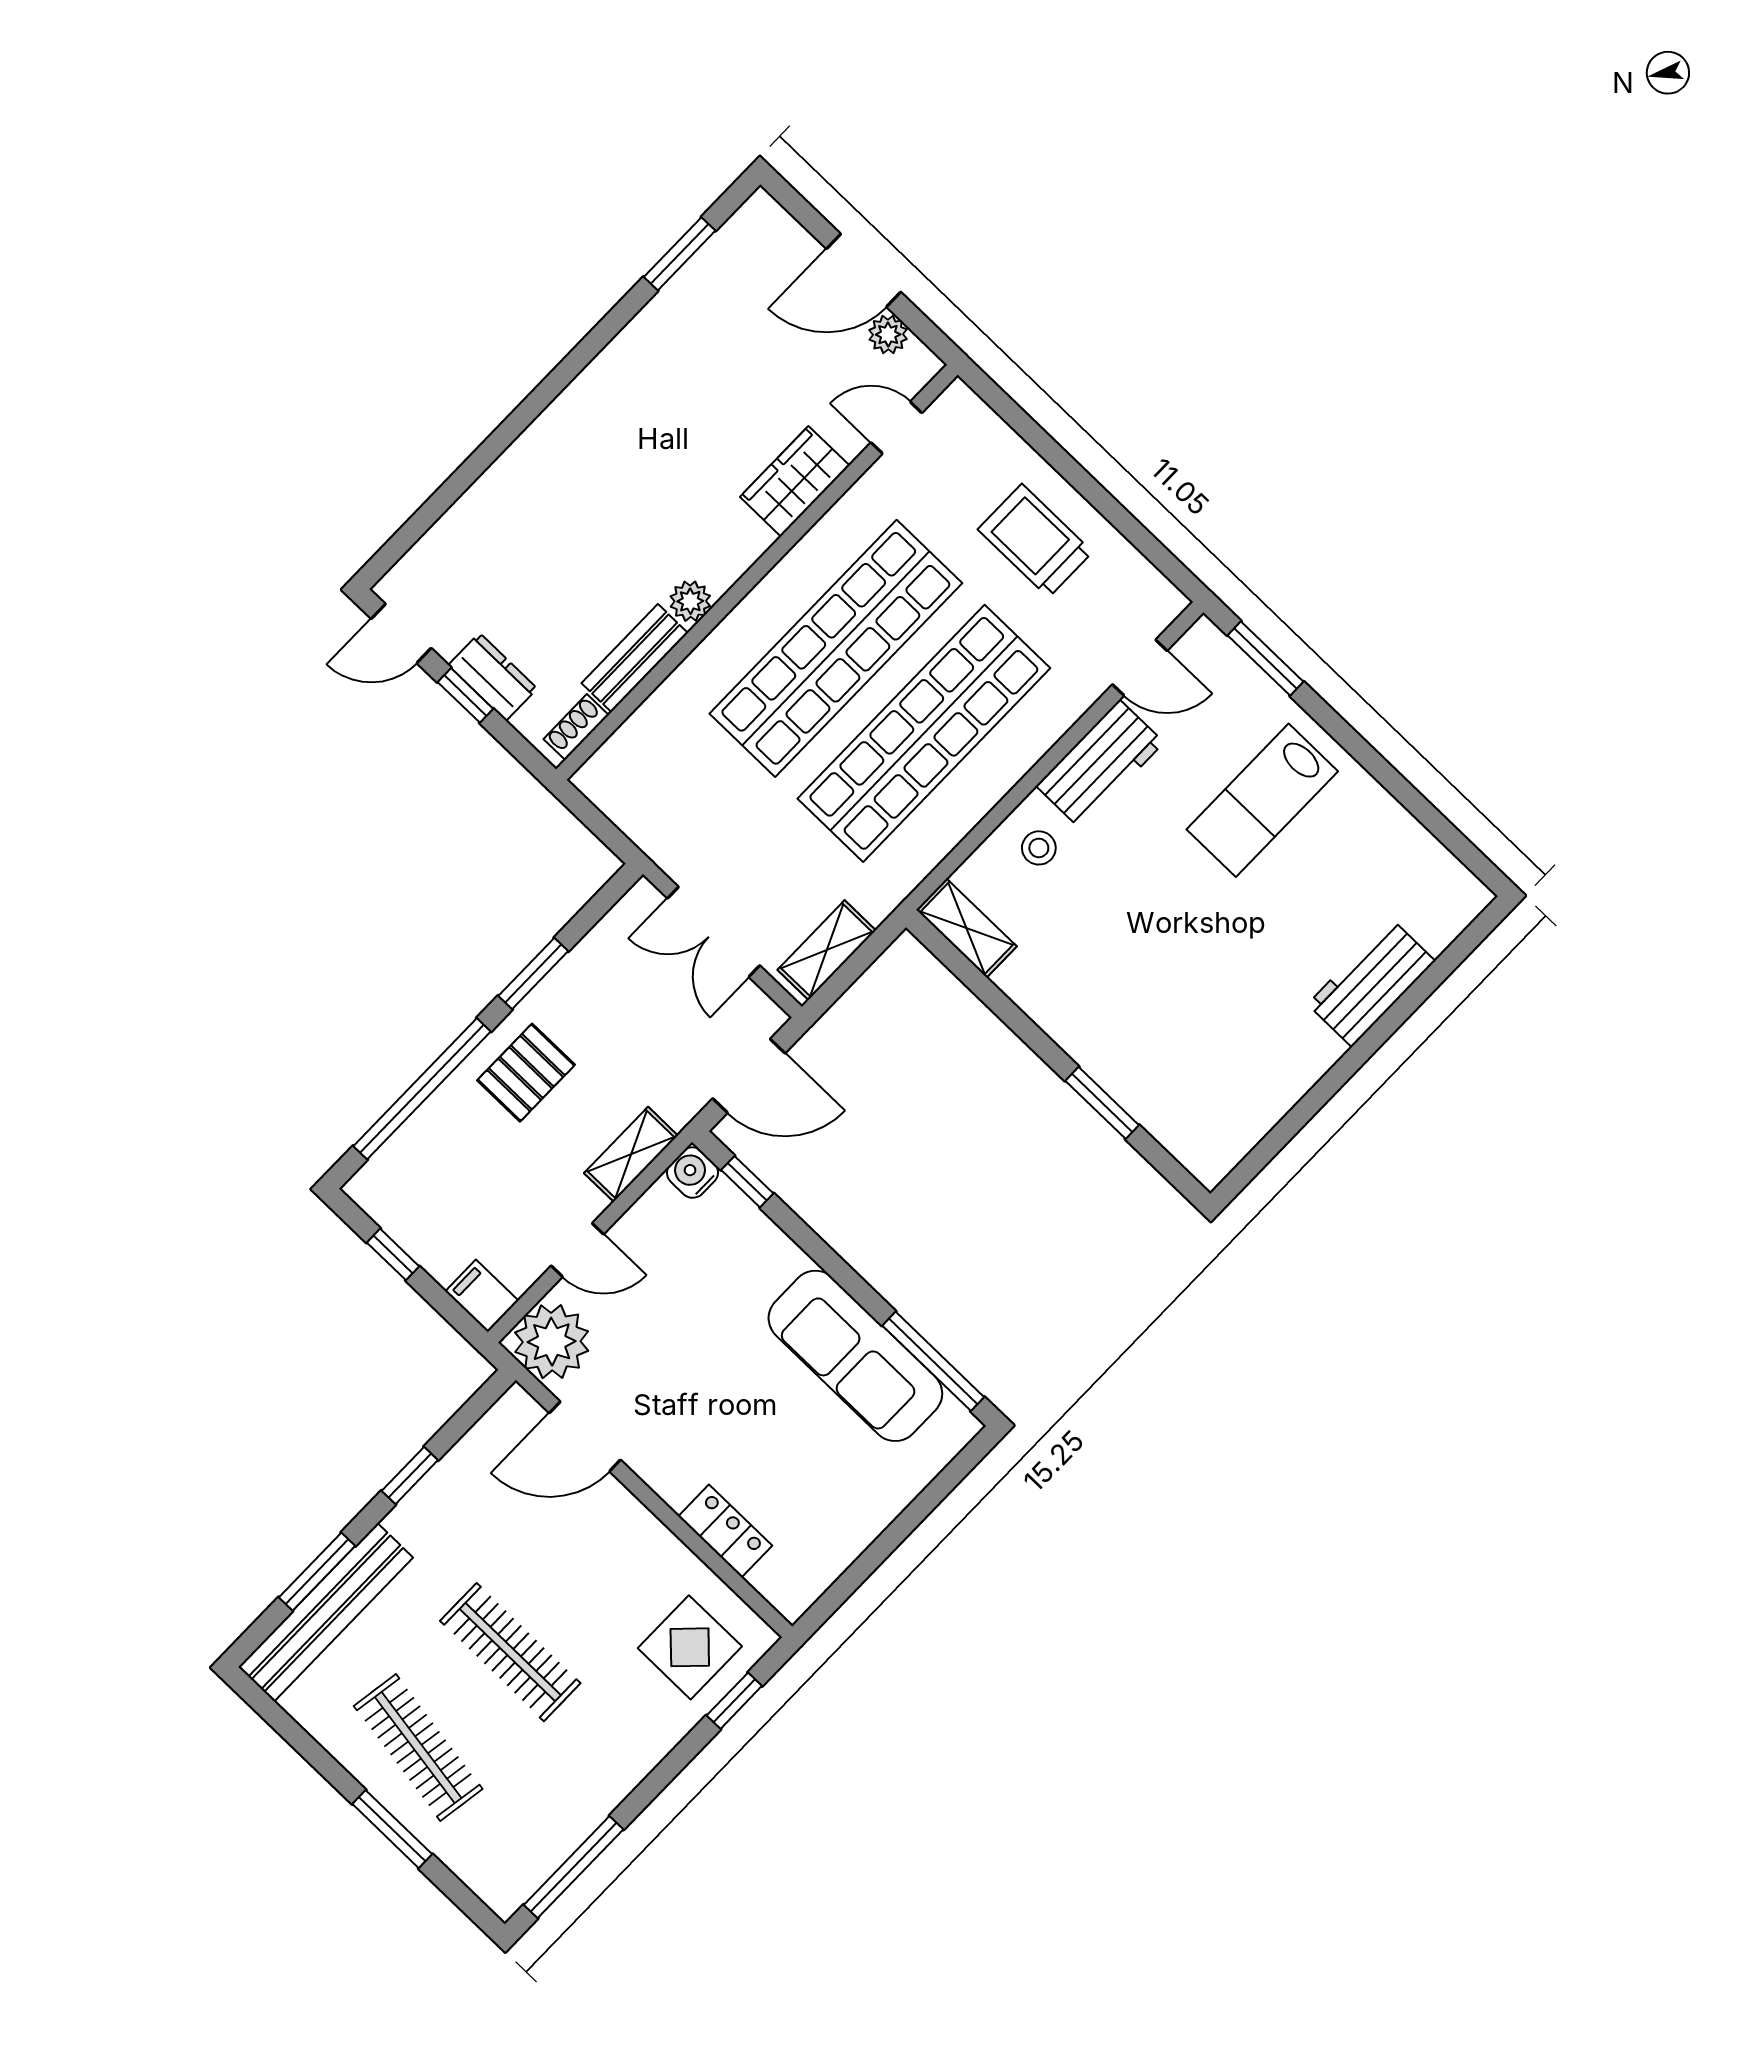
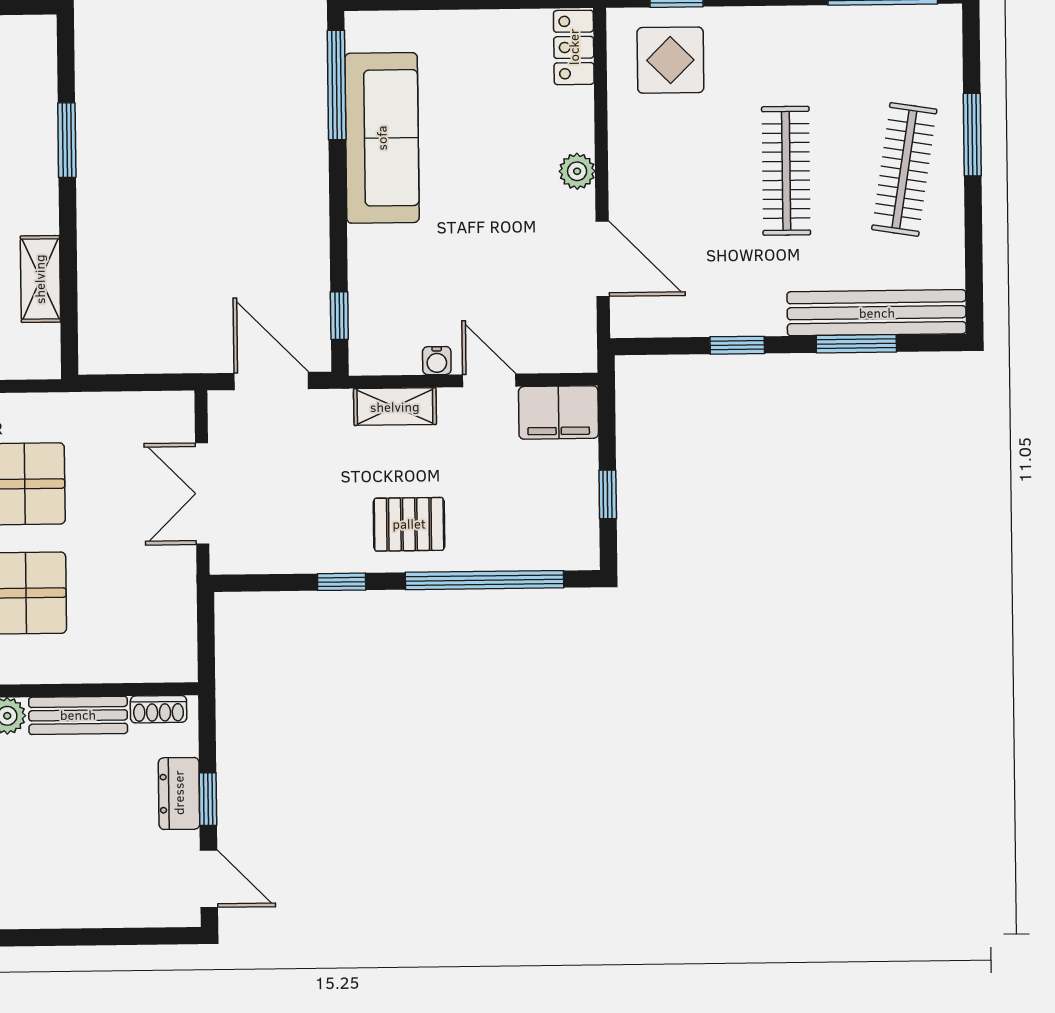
shelving: (967, 928) -> (40, 279), moved
double door: (714, 932) -> (202, 494), swing flipped
shelving: (827, 950) -> (143, 411), removed
window: (533, 973) -> (342, 582), width x0.67
water cooler: (693, 1173) -> (437, 361), moved, width x0.72, depth x0.72
filing cabinet: (482, 1296) -> (558, 412), width x2.00
plant: (552, 1342) -> (577, 171), moved, width x0.53, depth x0.53
locker: (725, 1531) -> (574, 47), moved

